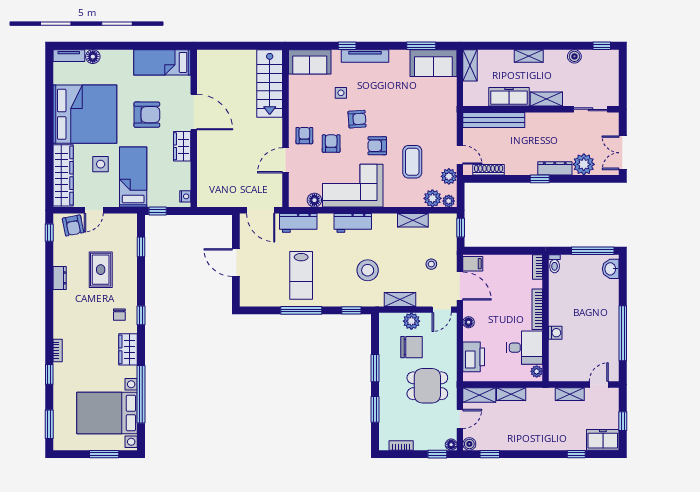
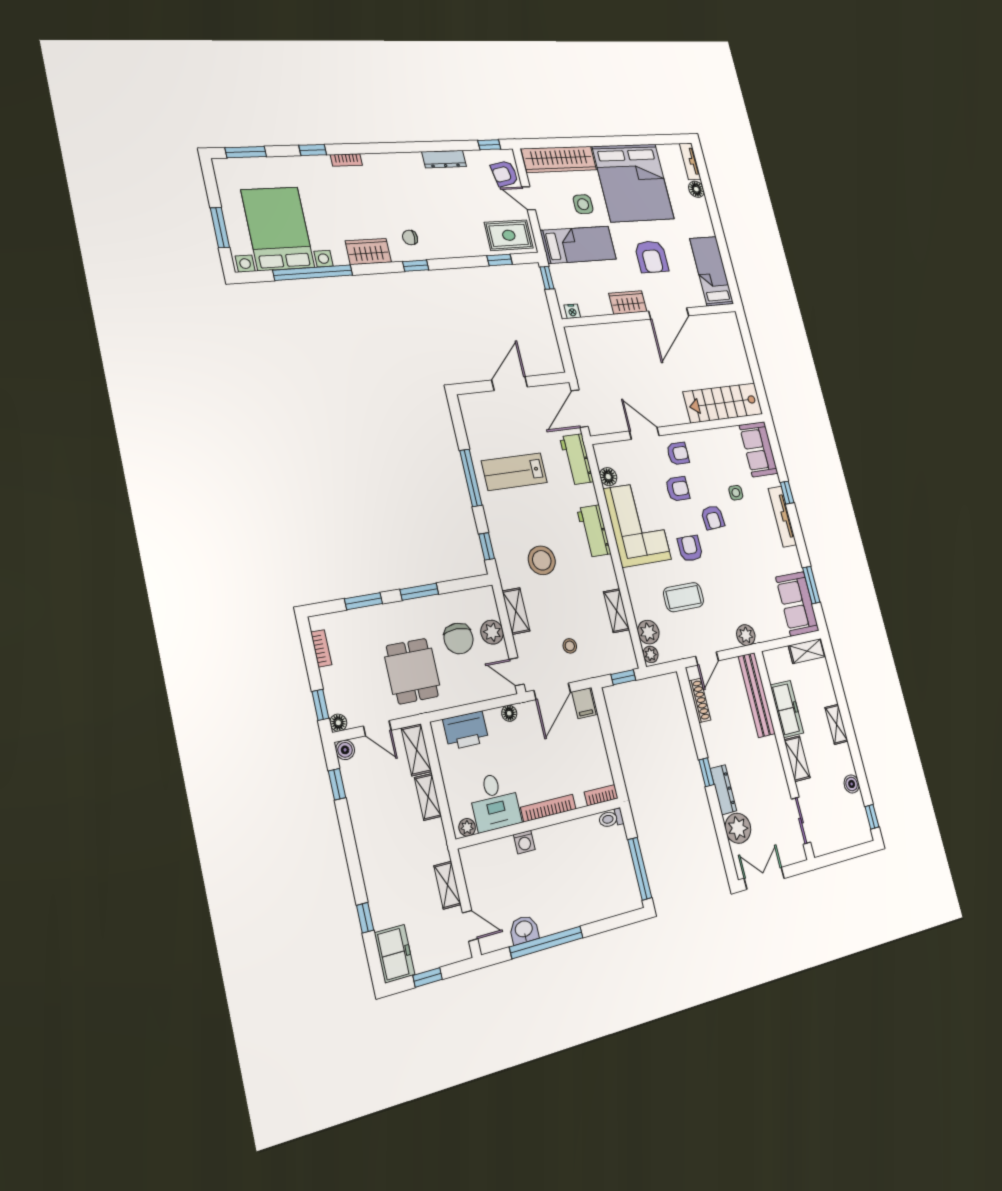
plant: (449, 176) -> (746, 635), moved
washbasin: (611, 269) -> (524, 930), moved
rug: (101, 270) -> (509, 235), moved
dresser: (60, 278) -> (444, 159), width x1.44

